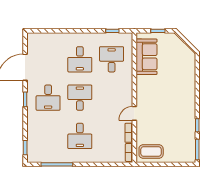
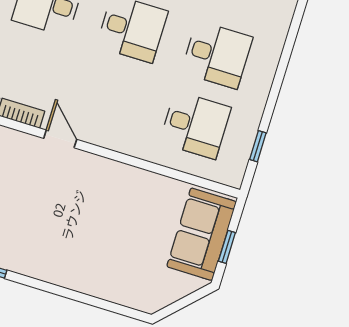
sofa: (147, 57) -> (202, 234), moved, turned 90
desk: (80, 59) -> (217, 55), turned 180

